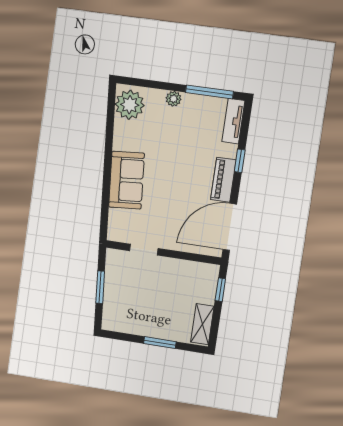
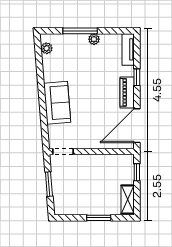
window: (209, 92) -> (80, 31), moved
plant: (174, 99) -> (94, 39), moved
plant: (130, 105) -> (47, 48), width x0.53, depth x0.53
doorway: (144, 250) -> (63, 152), moved

